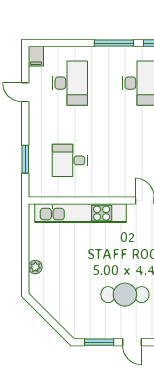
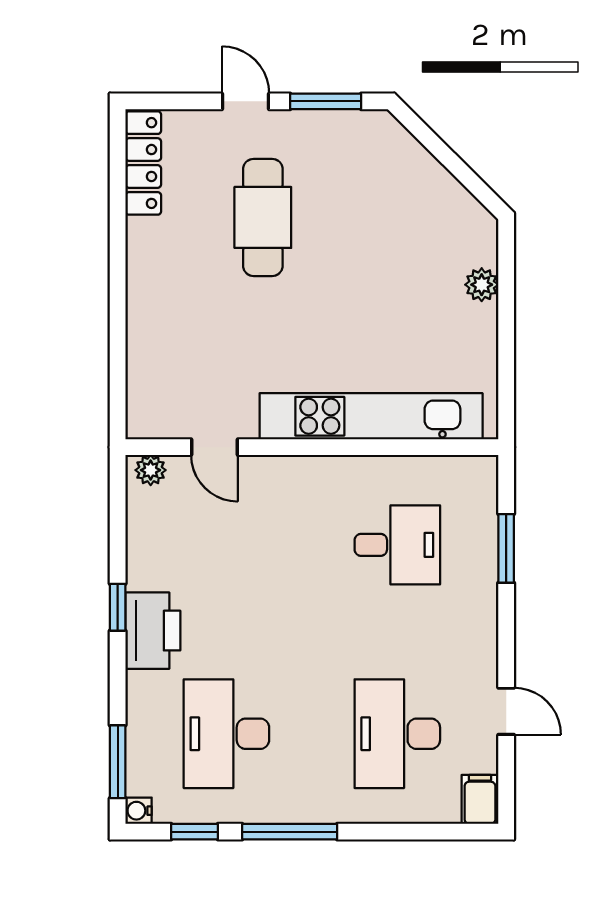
cafe table: (125, 295) -> (263, 217), turned 90

